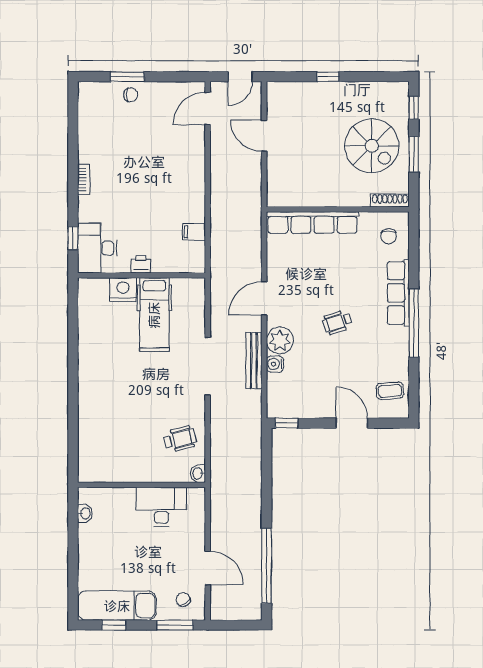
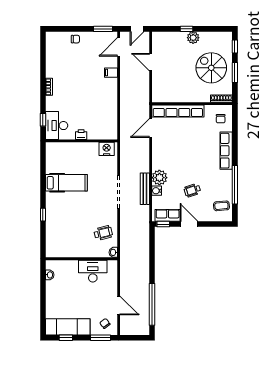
window: (127, 77) -> (103, 29), moved
plant: (340, 92) -> (193, 38), added
spiral stairs: (372, 146) -> (211, 68), turned 180
filing cabinet: (194, 232) -> (111, 73), moved
nightstand: (123, 290) -> (107, 149), moved
door: (264, 298) -> (151, 128), moved
hospital bed: (154, 315) -> (66, 183), moved, turned -90
wheelchair: (337, 322) -> (192, 190), moved
window: (414, 323) -> (235, 185), moved
window: (73, 406) -> (43, 215), added
row of seats: (294, 408) -> (168, 215), added
door: (352, 423) -> (189, 224), moved

